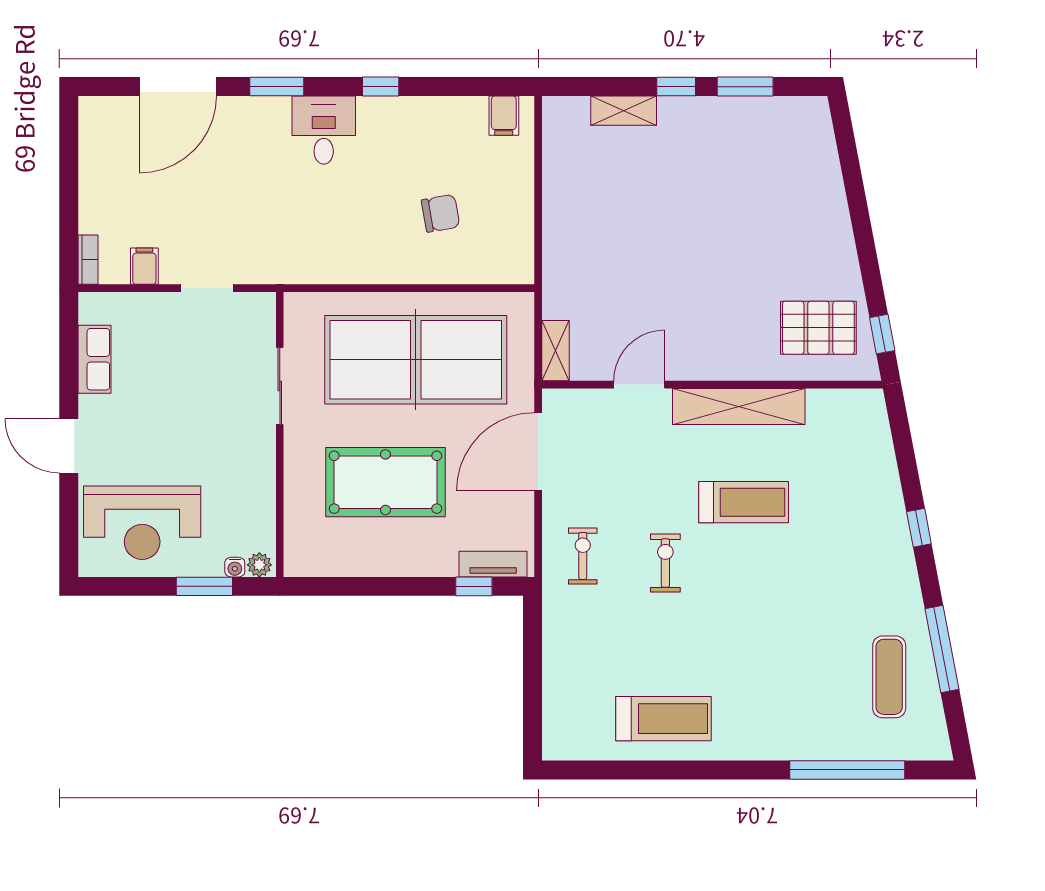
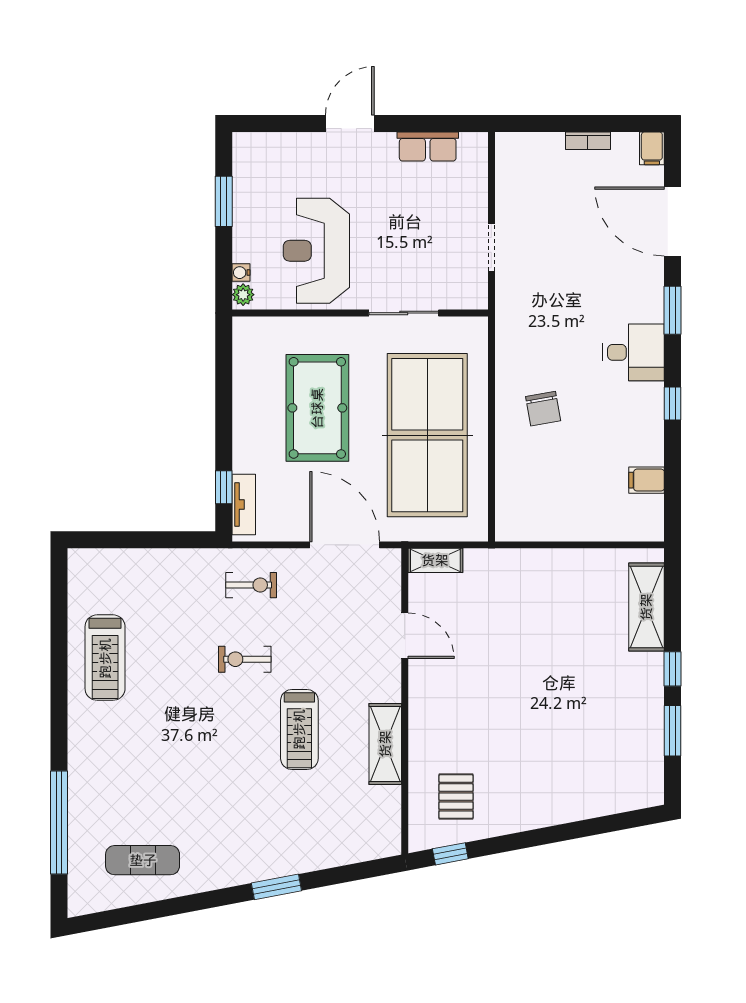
shelving: (624, 111) -> (646, 607), width x1.50, depth x1.33
filing cabinet: (504, 116) -> (647, 480), moved
chair: (441, 213) -> (543, 409), moved
bookcase: (88, 260) -> (588, 141), moved
filing cabinet: (144, 266) -> (652, 148), moved, turned 90
pallet: (818, 328) -> (456, 797), width x0.67, depth x0.71
shelving: (739, 406) -> (385, 744), width x0.68
reception desk: (142, 523) -> (316, 251), moved
window: (919, 528) -> (276, 887), width x1.50
exercise bike: (665, 563) -> (245, 659), turned 180
window: (204, 586) -> (224, 201), moved
window: (942, 649) -> (168, 908), removed

